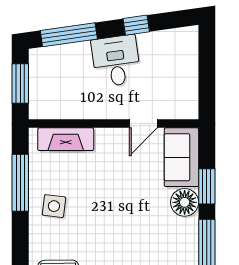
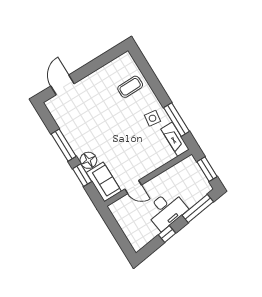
desk: (116, 61) -> (166, 210), width x1.37
door: (143, 124) -> (133, 187), swing flipped
fireplace: (66, 139) -> (175, 139), moved, turned -90

